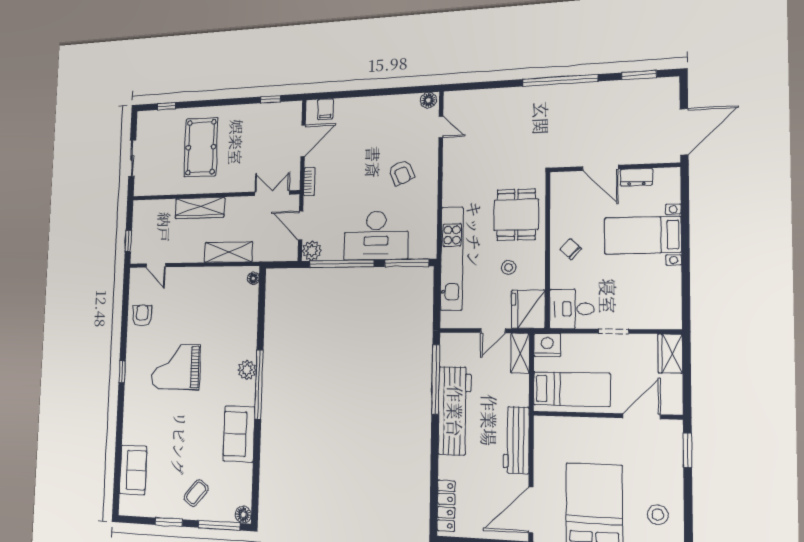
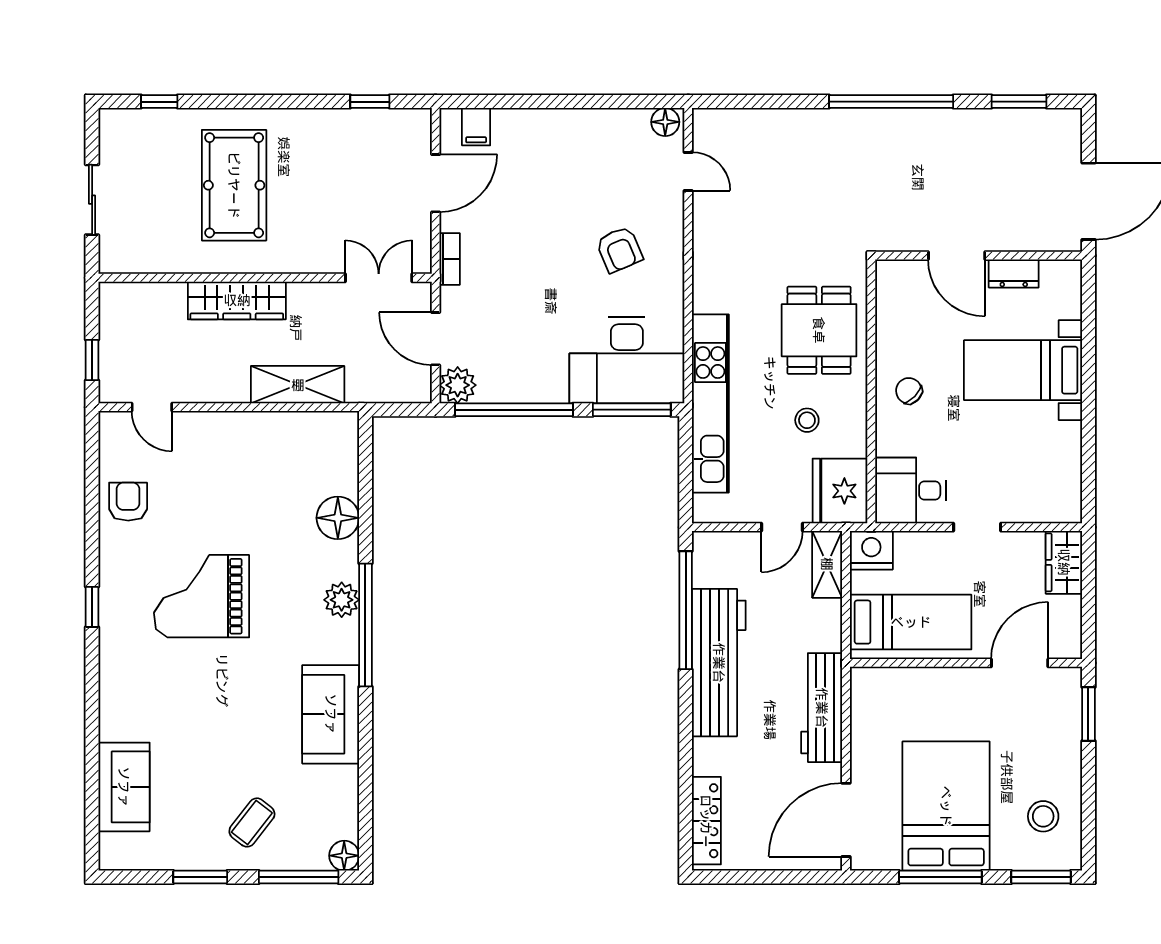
desk: (376, 235) -> (627, 360), moved
floor lamp: (253, 278) -> (338, 518), moved, width x1.89, depth x1.89

